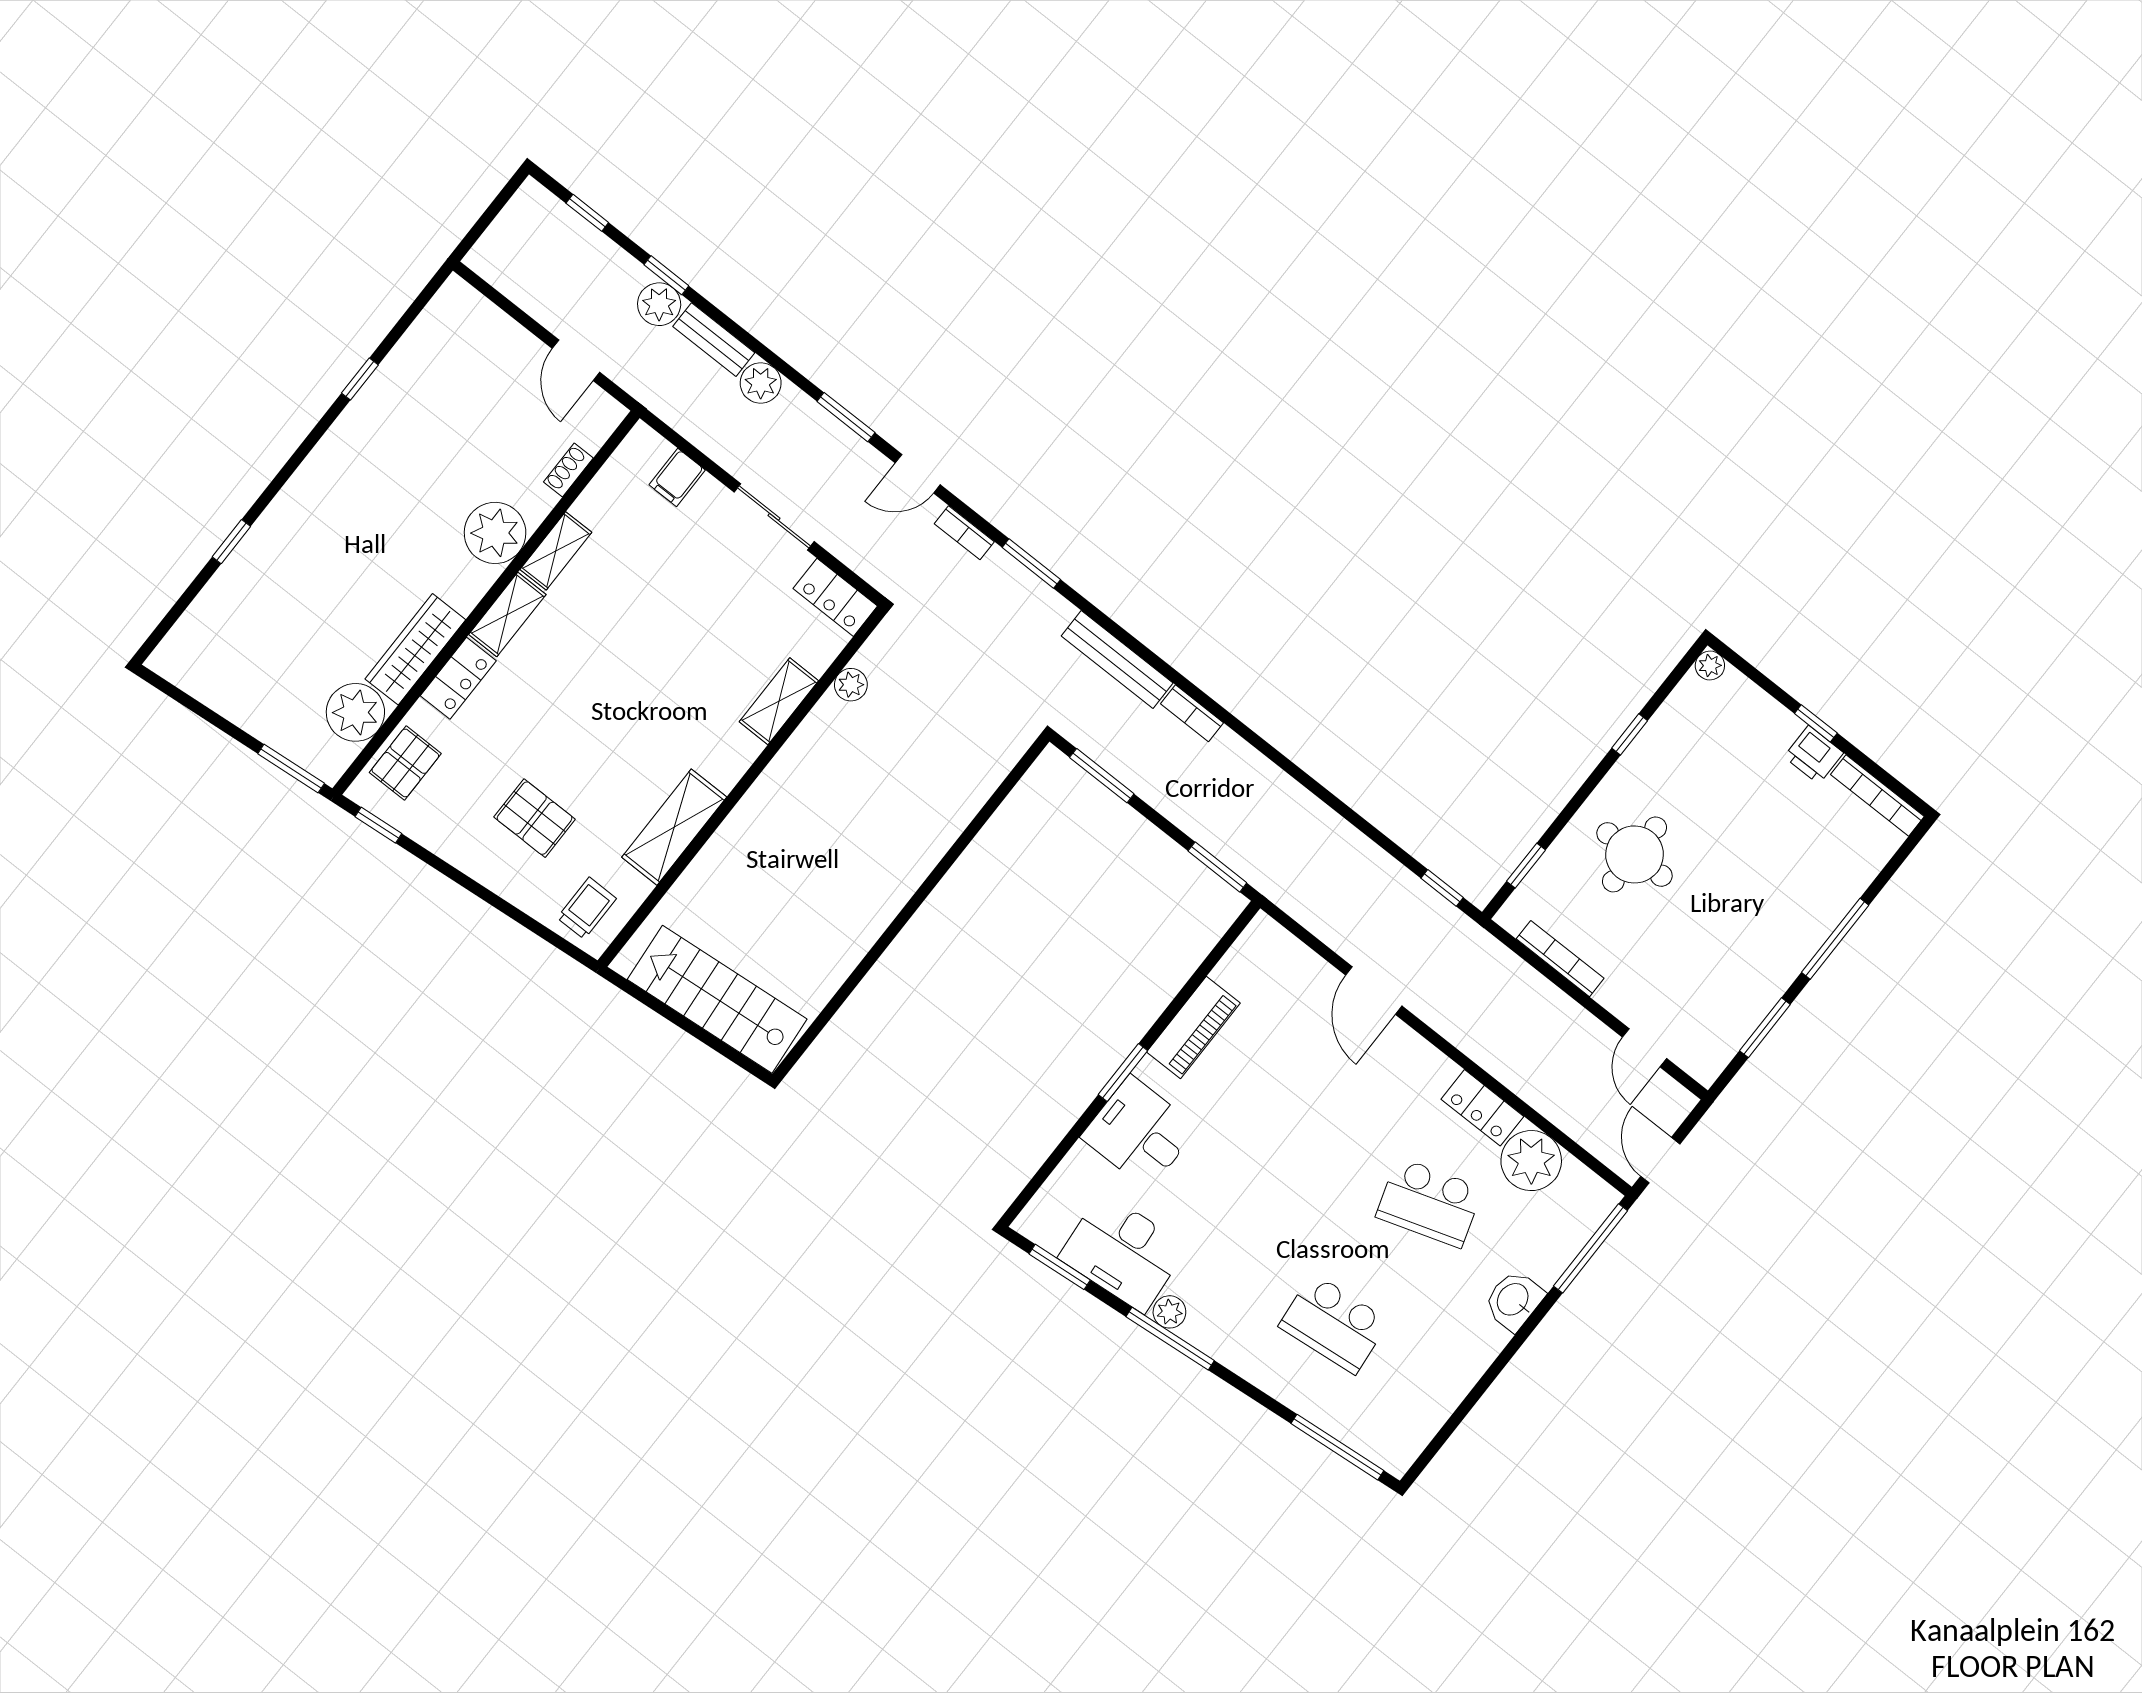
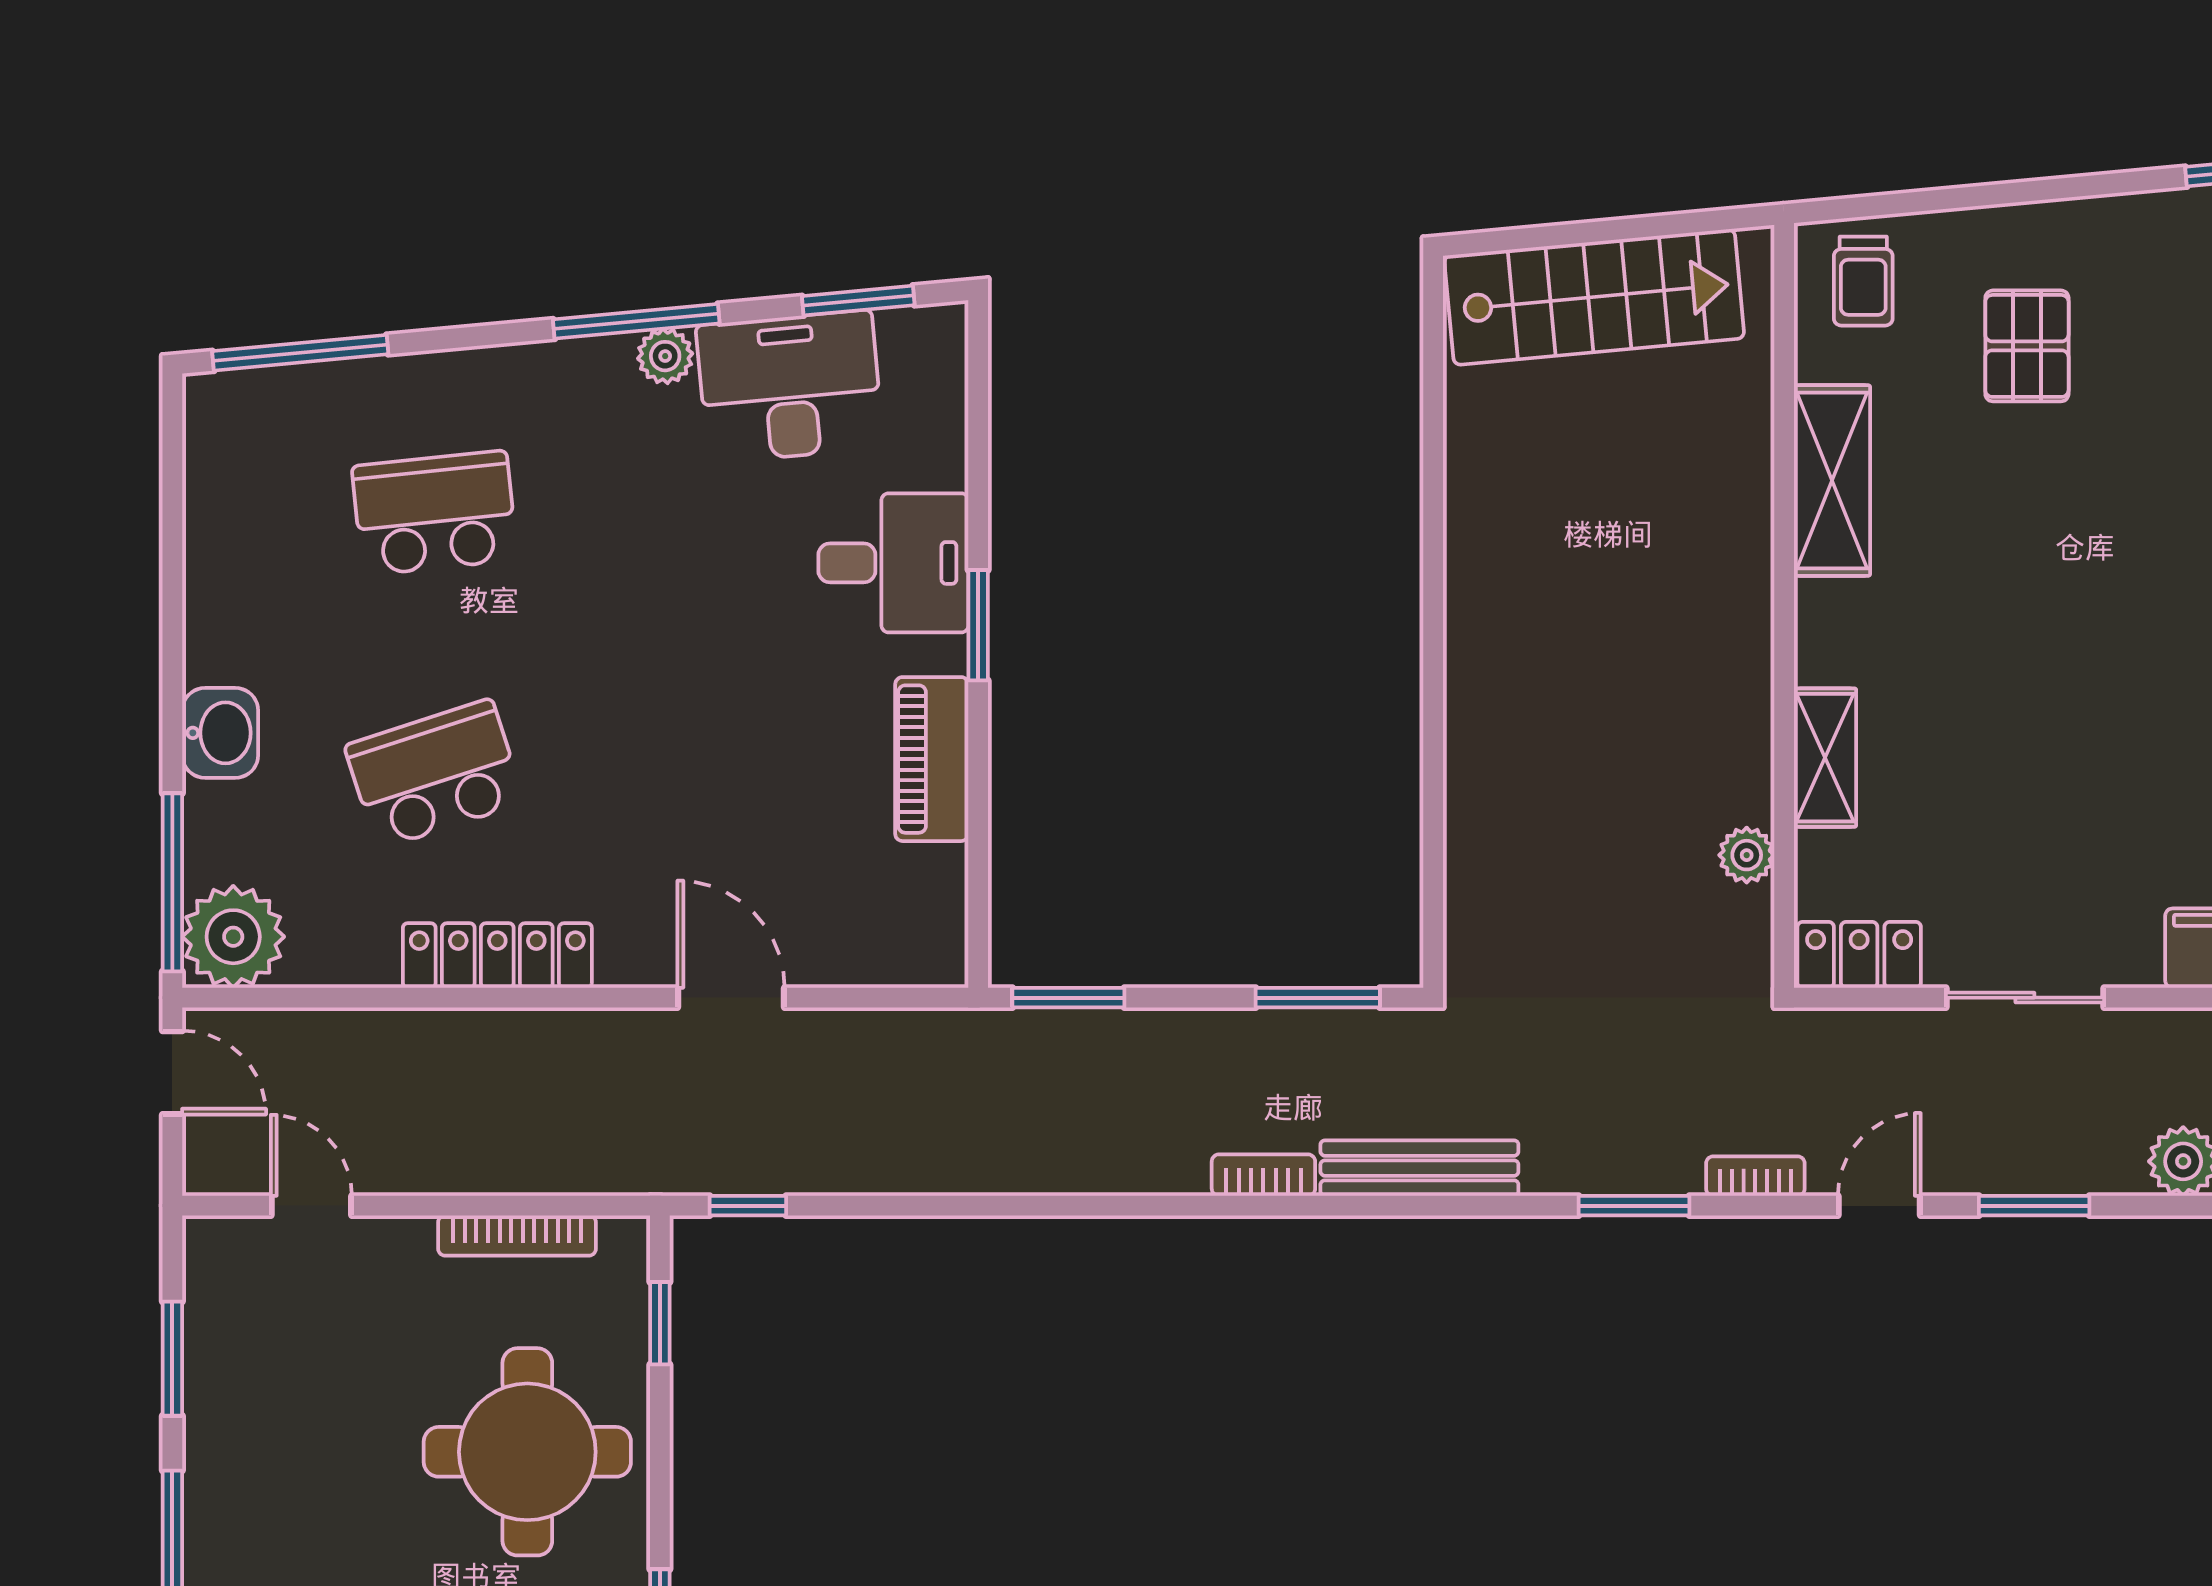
pallet: (535, 818) -> (2027, 346), turned 90
round table: (1634, 854) -> (527, 1452), width x1.36, depth x1.36
locker: (1482, 1108) -> (497, 956), width x1.53
plant: (1531, 1161) -> (233, 937), moved

